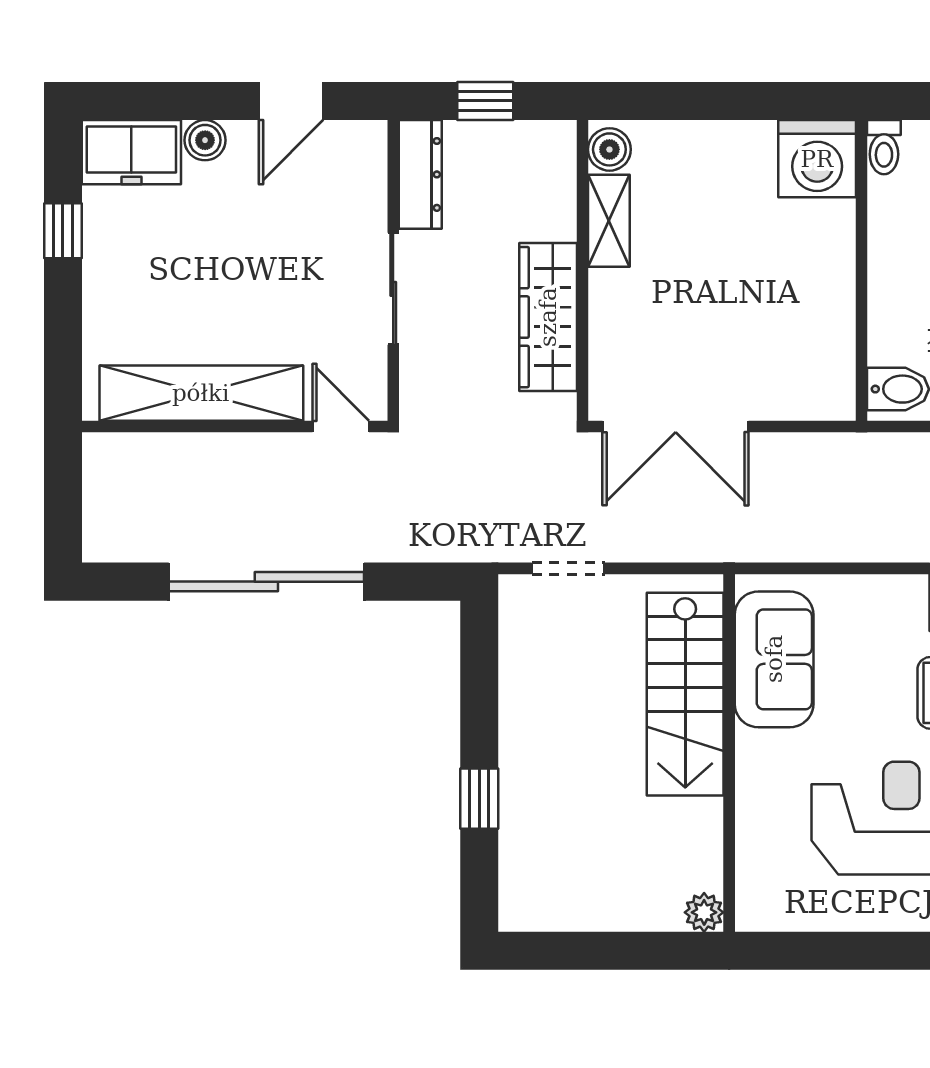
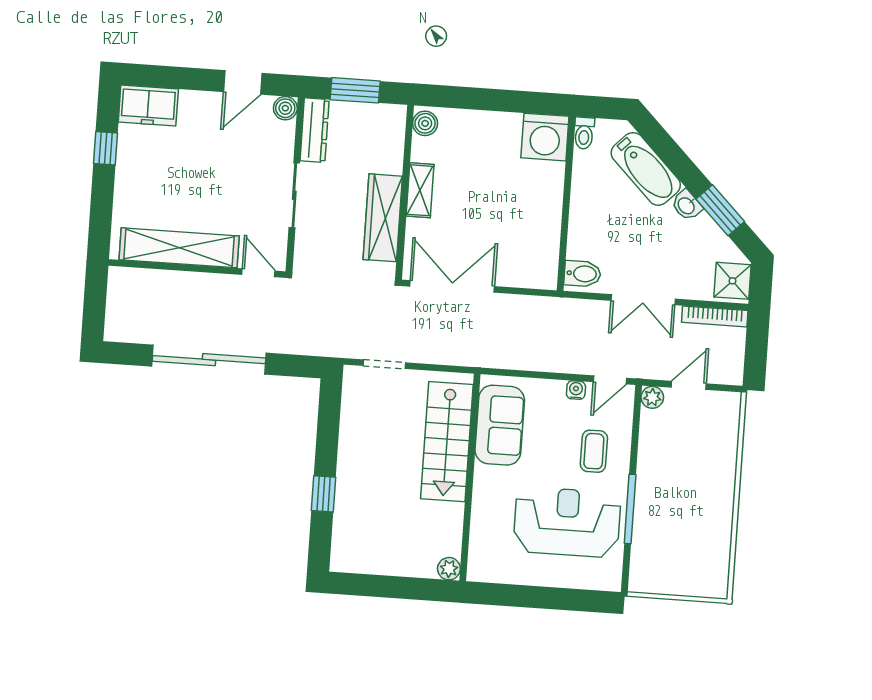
window: (485, 101) -> (355, 90), width x1.50
boiler: (205, 140) -> (285, 108), moved
shelving: (609, 221) -> (420, 190), moved
double door: (676, 426) -> (452, 286), swing flipped
water cooler: (901, 590) -> (576, 390), added

